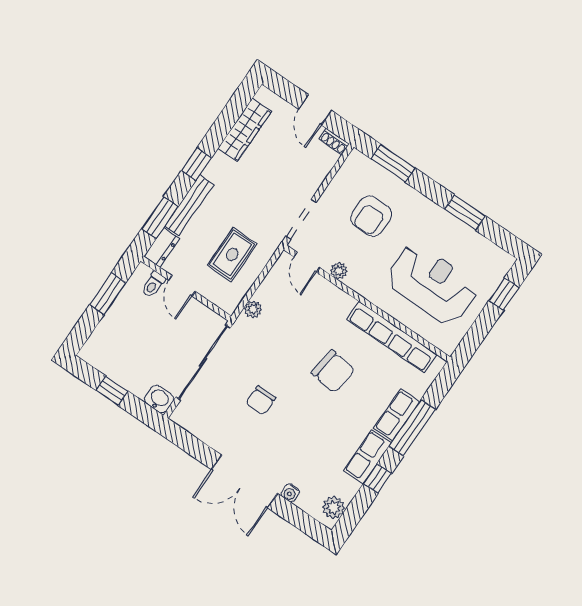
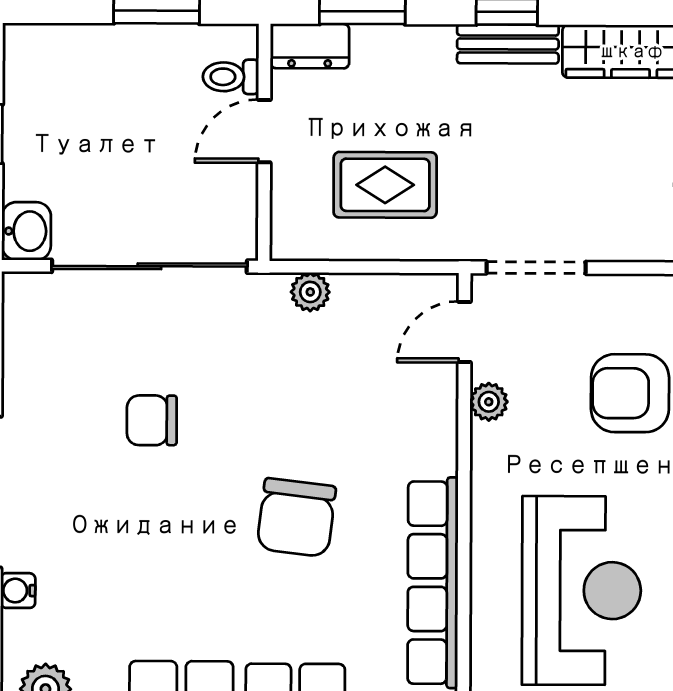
bench: (189, 205) -> (508, 44), moved, width x0.73

